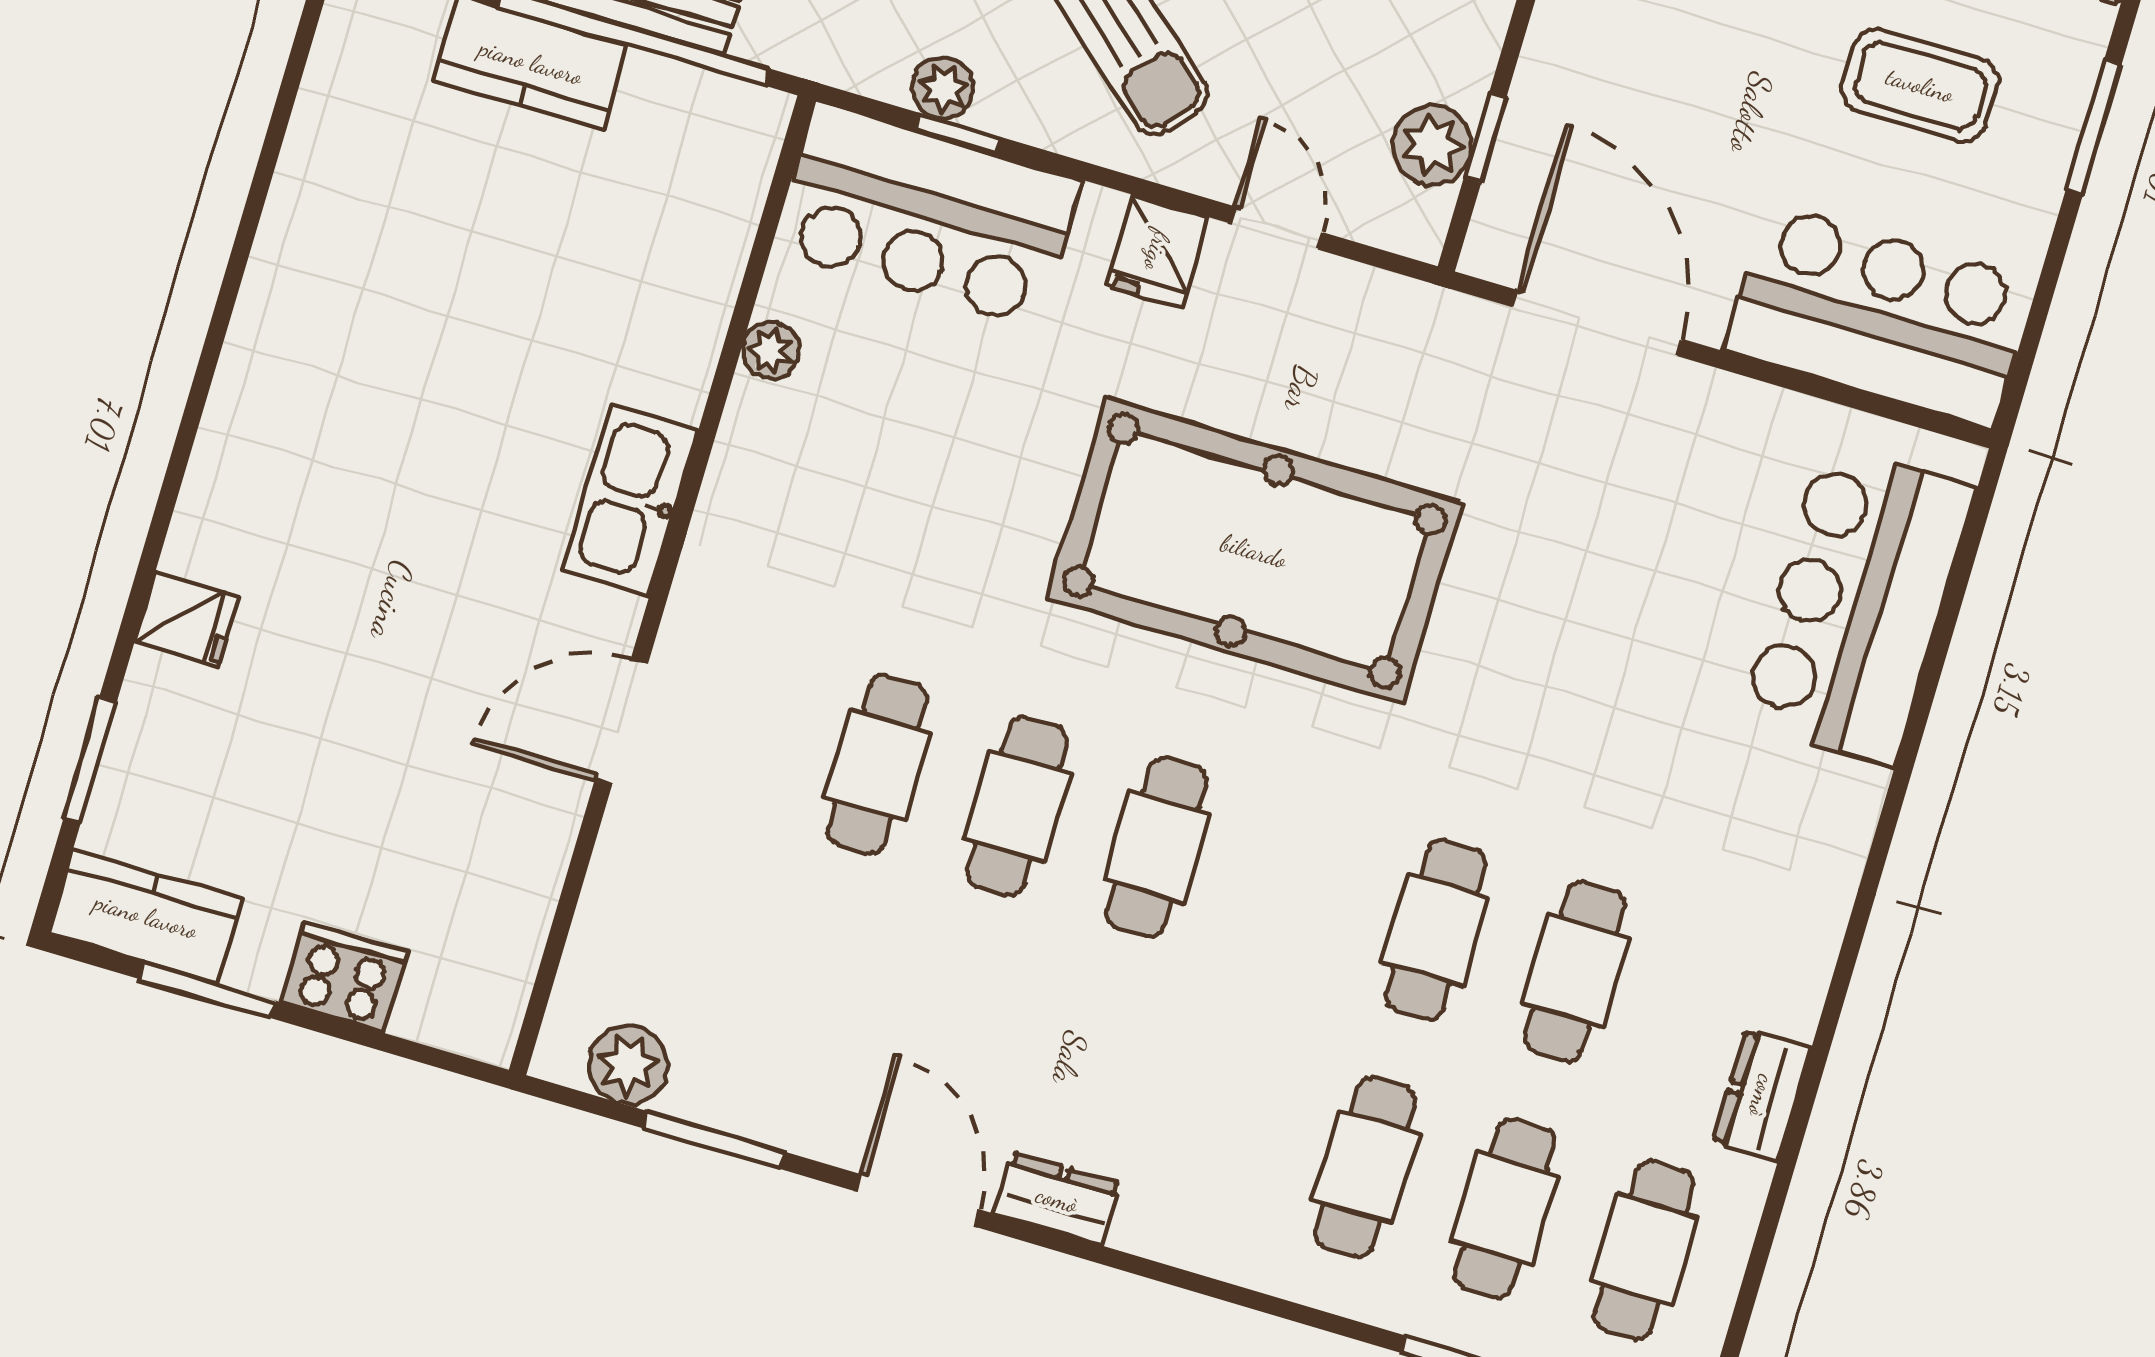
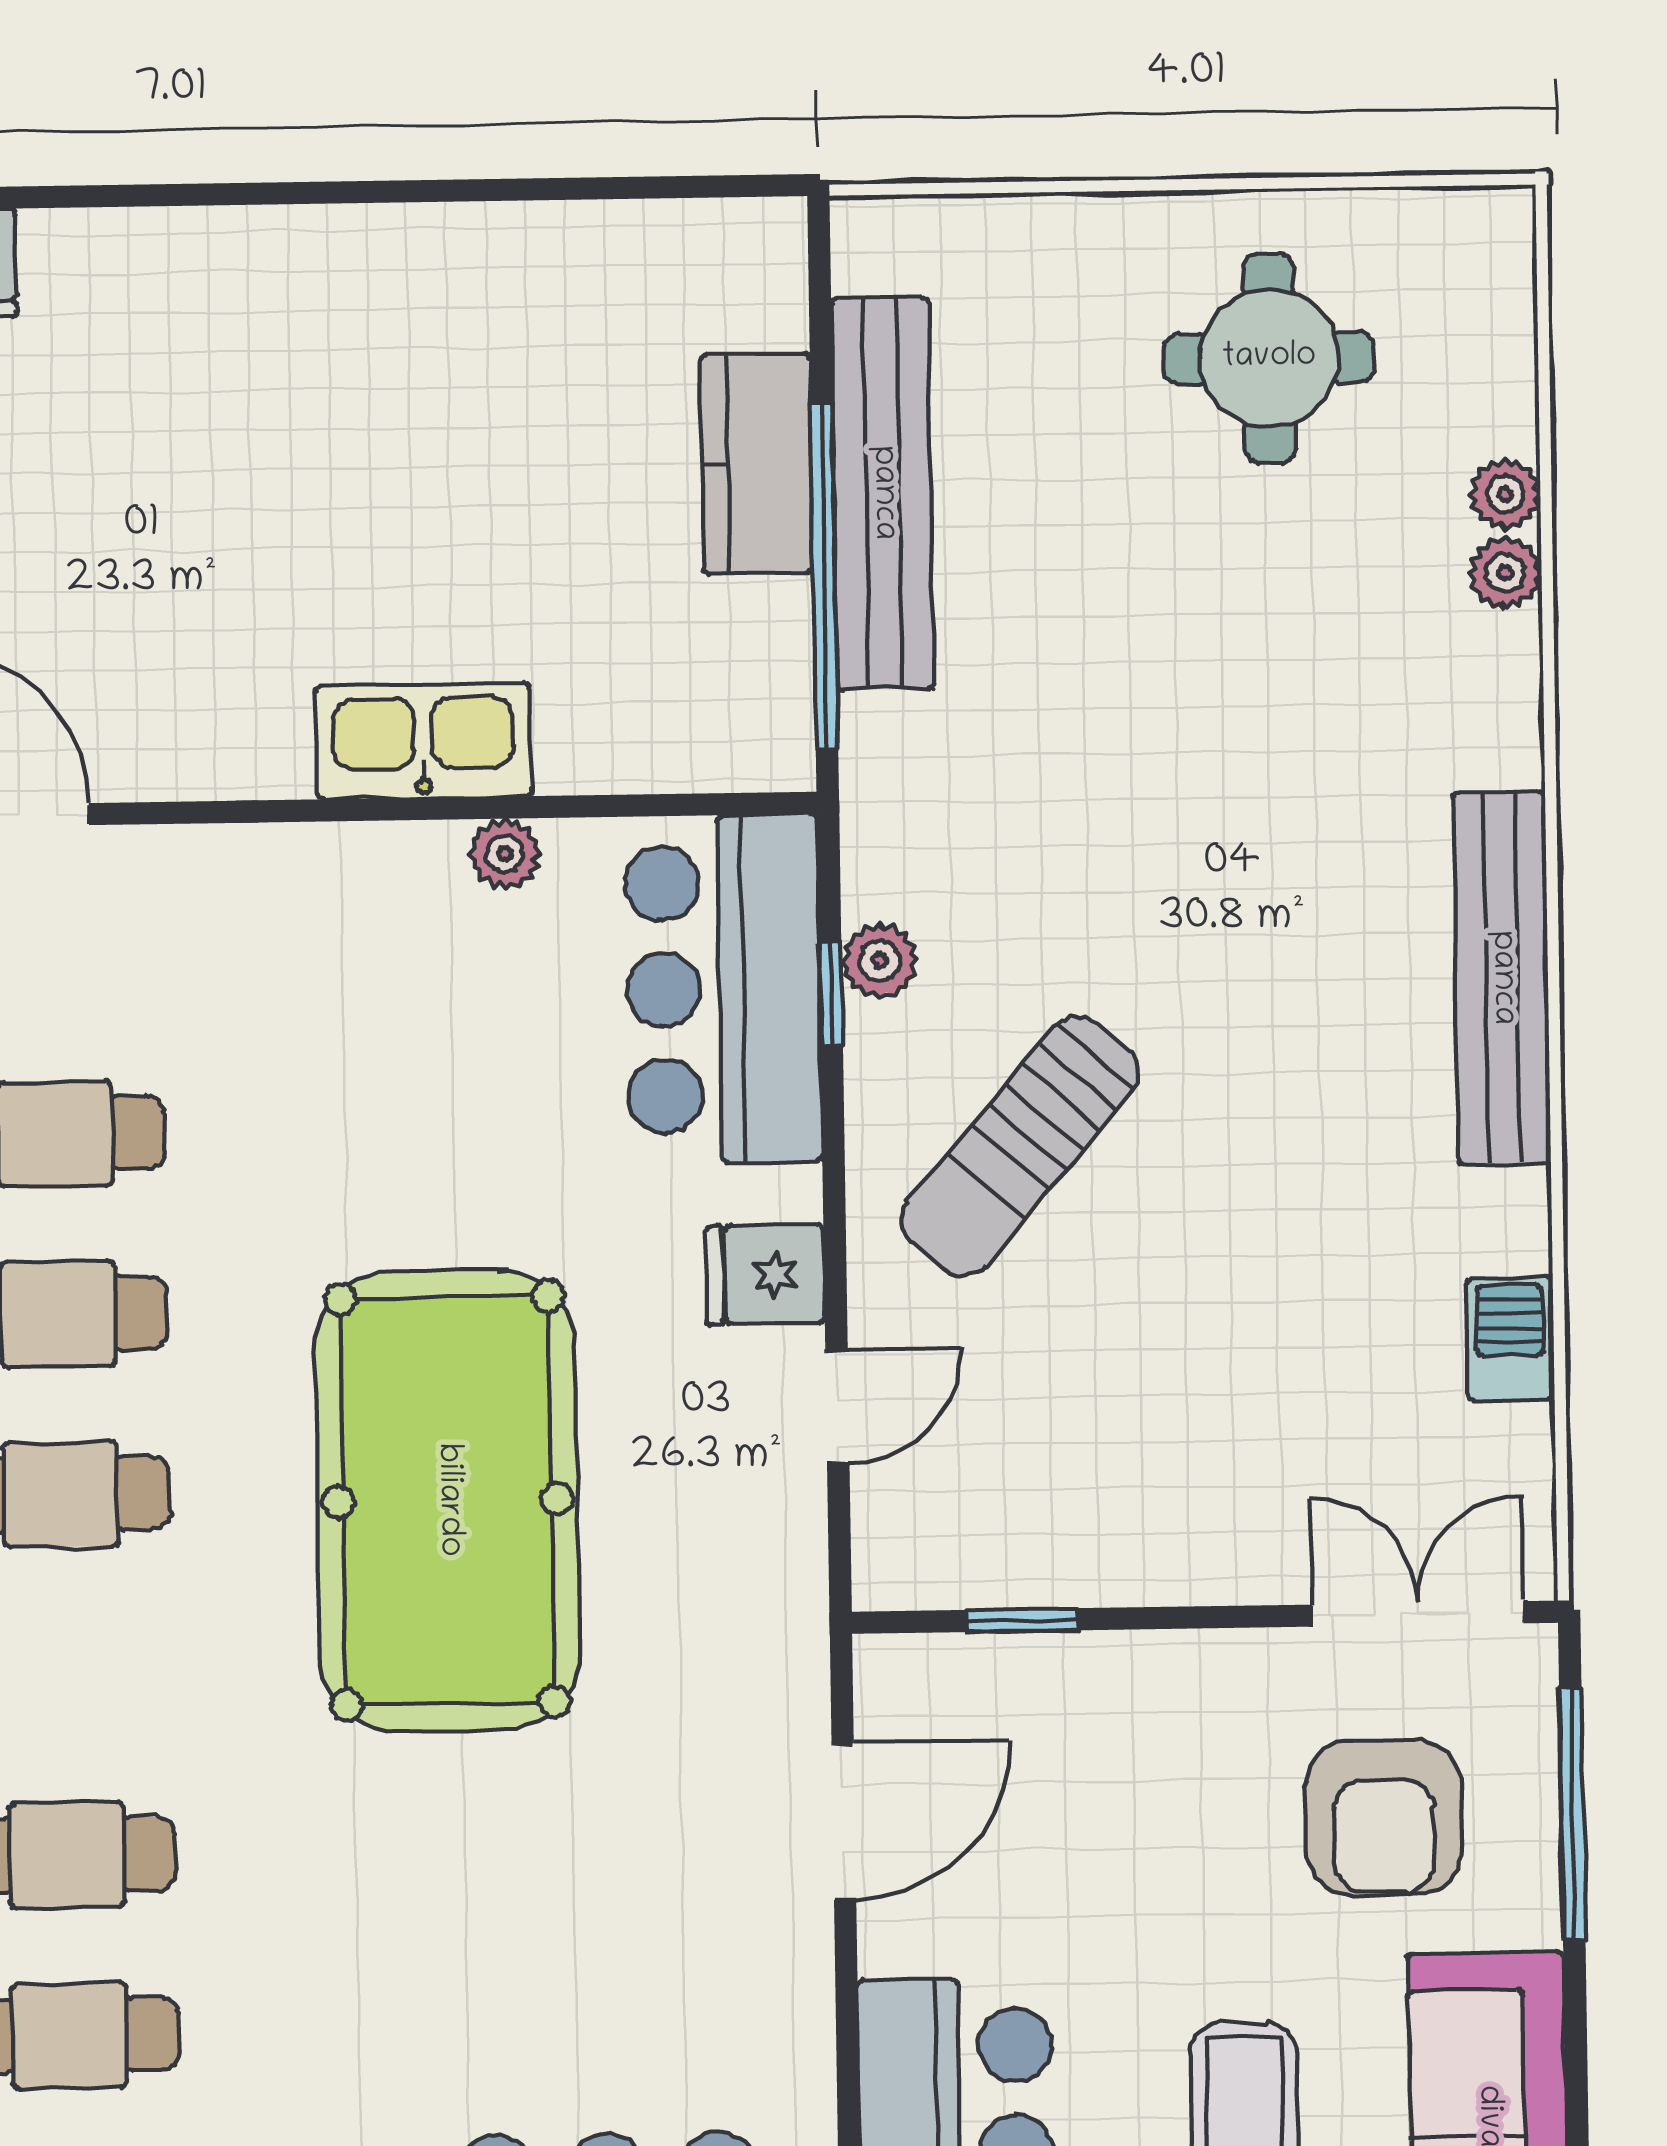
plant: (1432, 145) -> (993, 1561), removed
door: (1597, 323) -> (844, 1821), width x0.73
kitchen sink: (630, 500) -> (423, 741), moved

